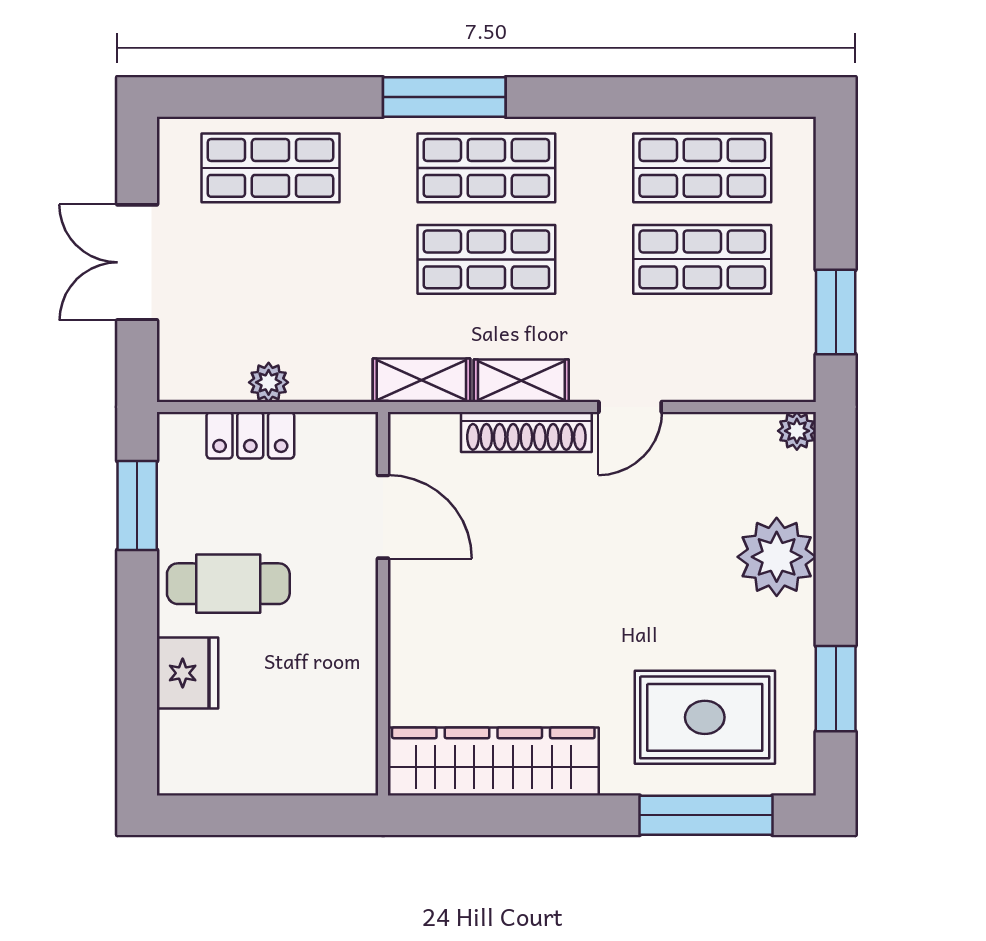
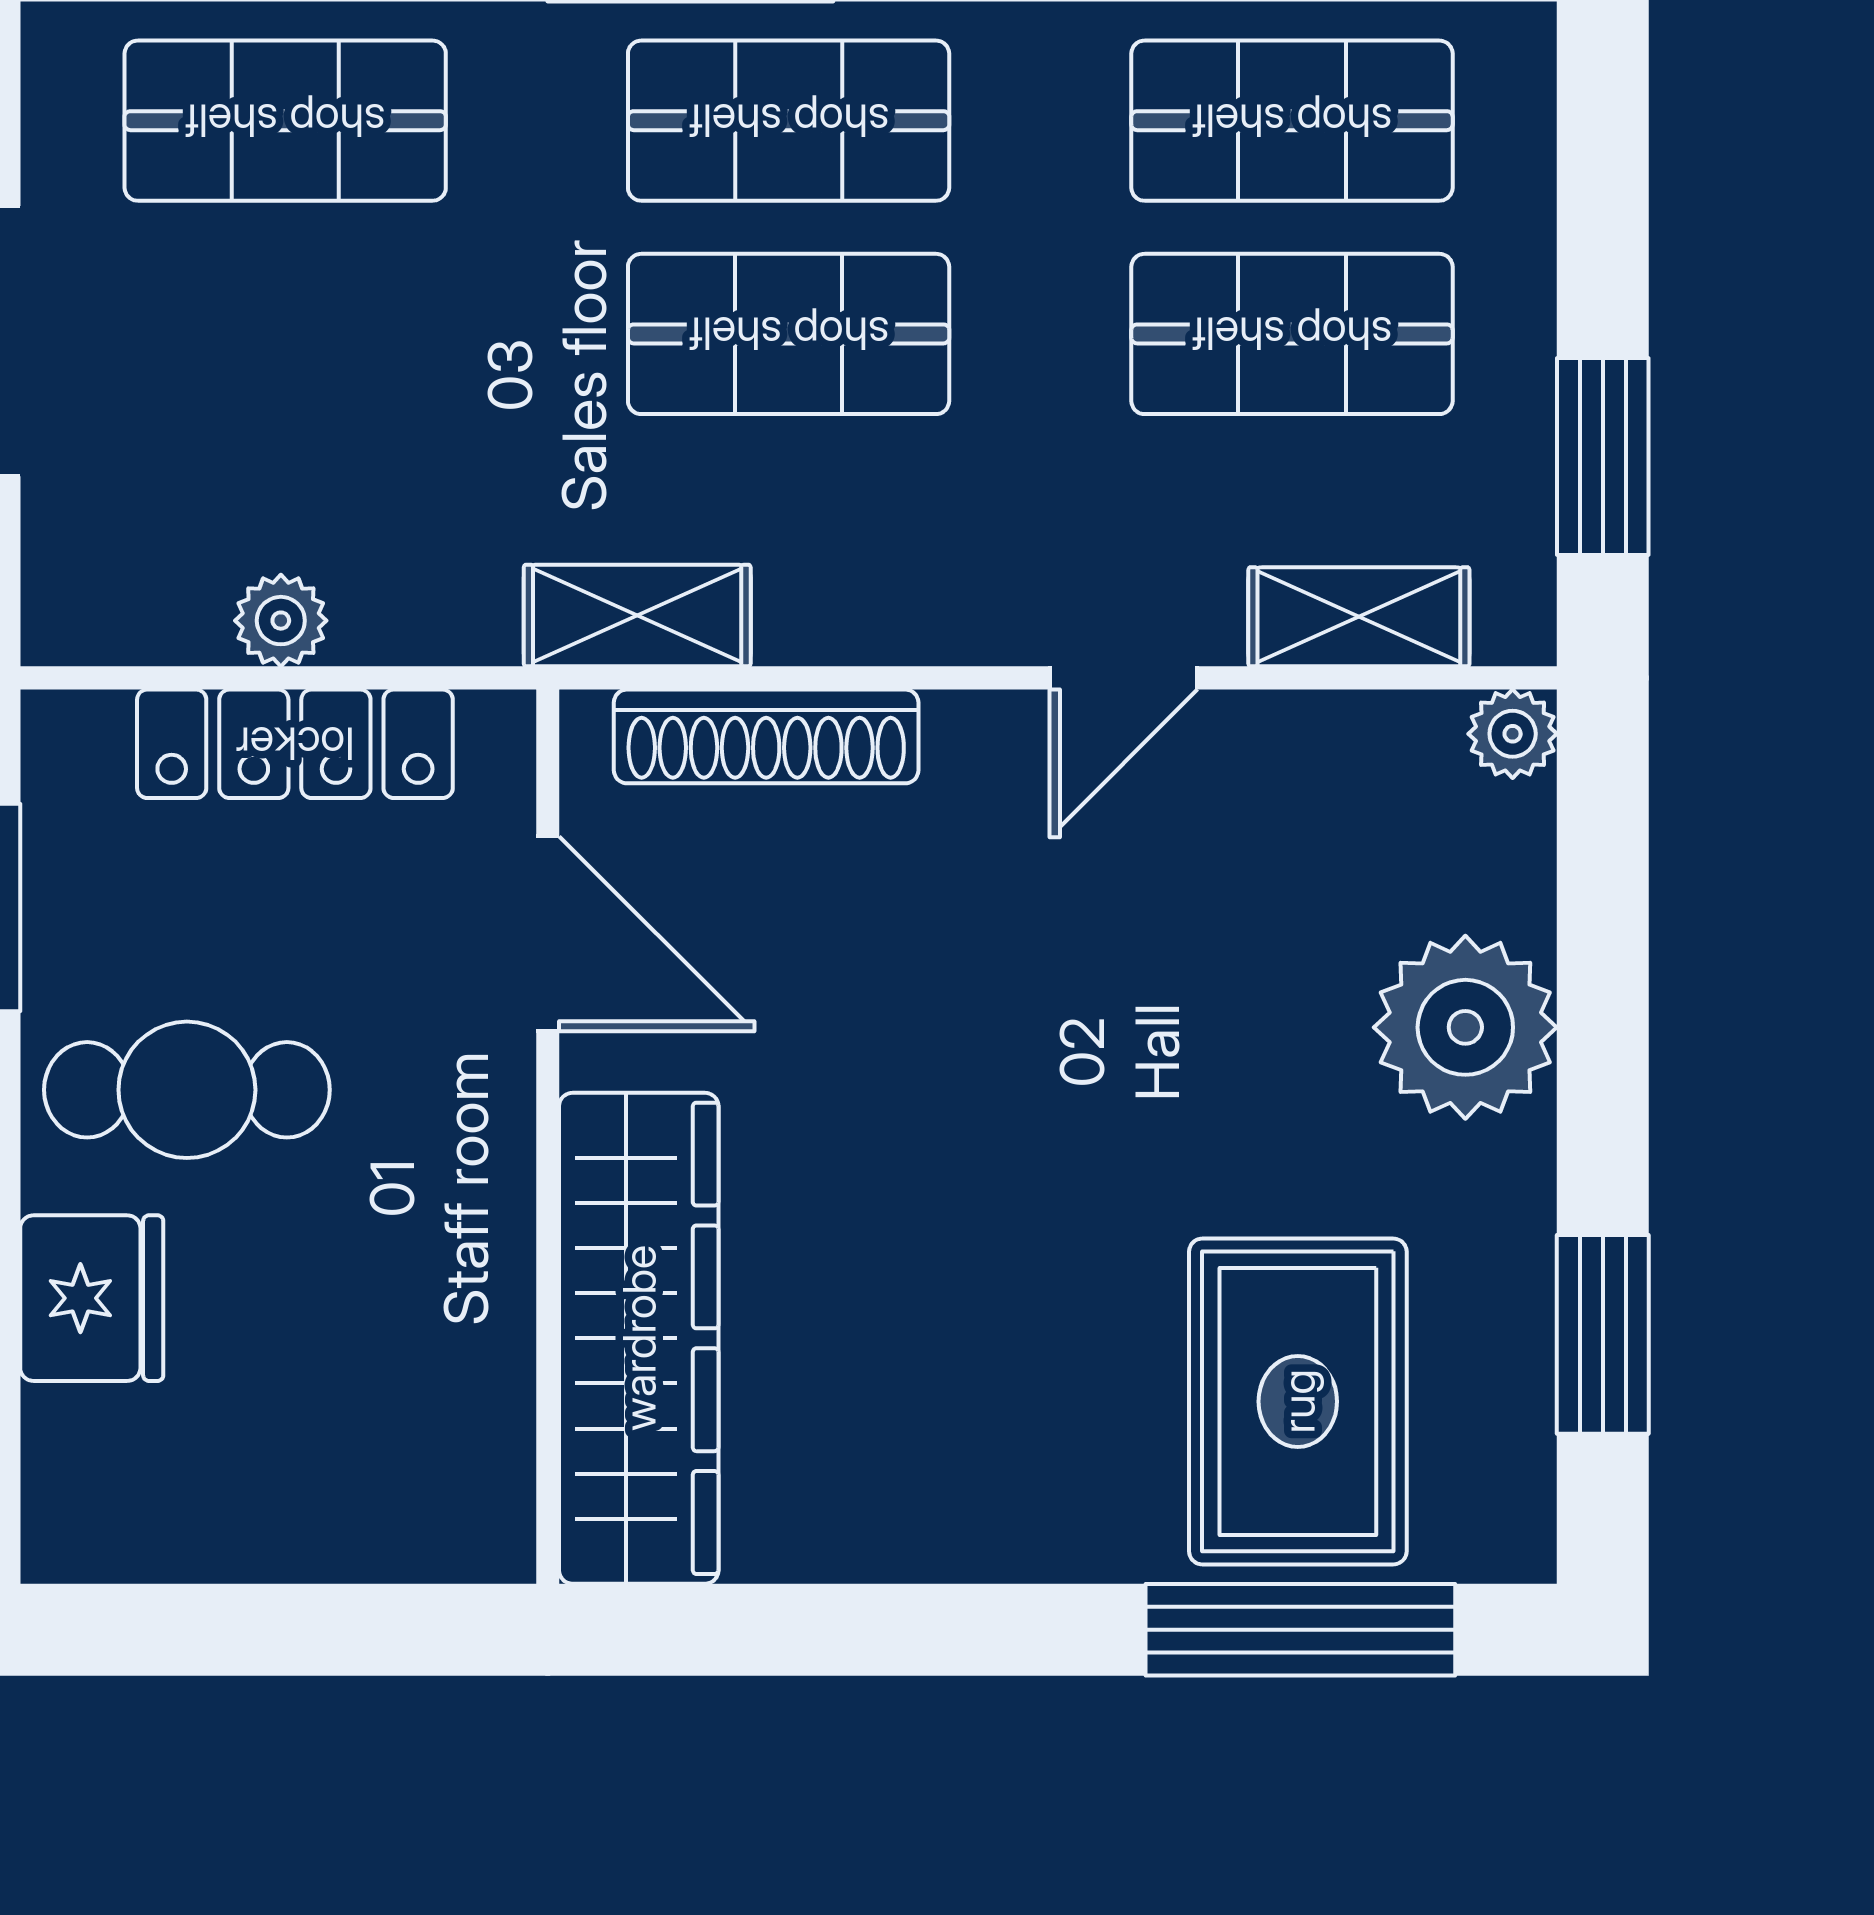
shelving: (521, 381) -> (1359, 617), moved
shoe rack: (526, 432) -> (766, 736), moved
locker: (250, 435) -> (295, 744), width x1.53
rug: (705, 717) -> (1298, 1401), turned 90
wardrobe: (493, 761) -> (639, 1338), moved, turned 90

